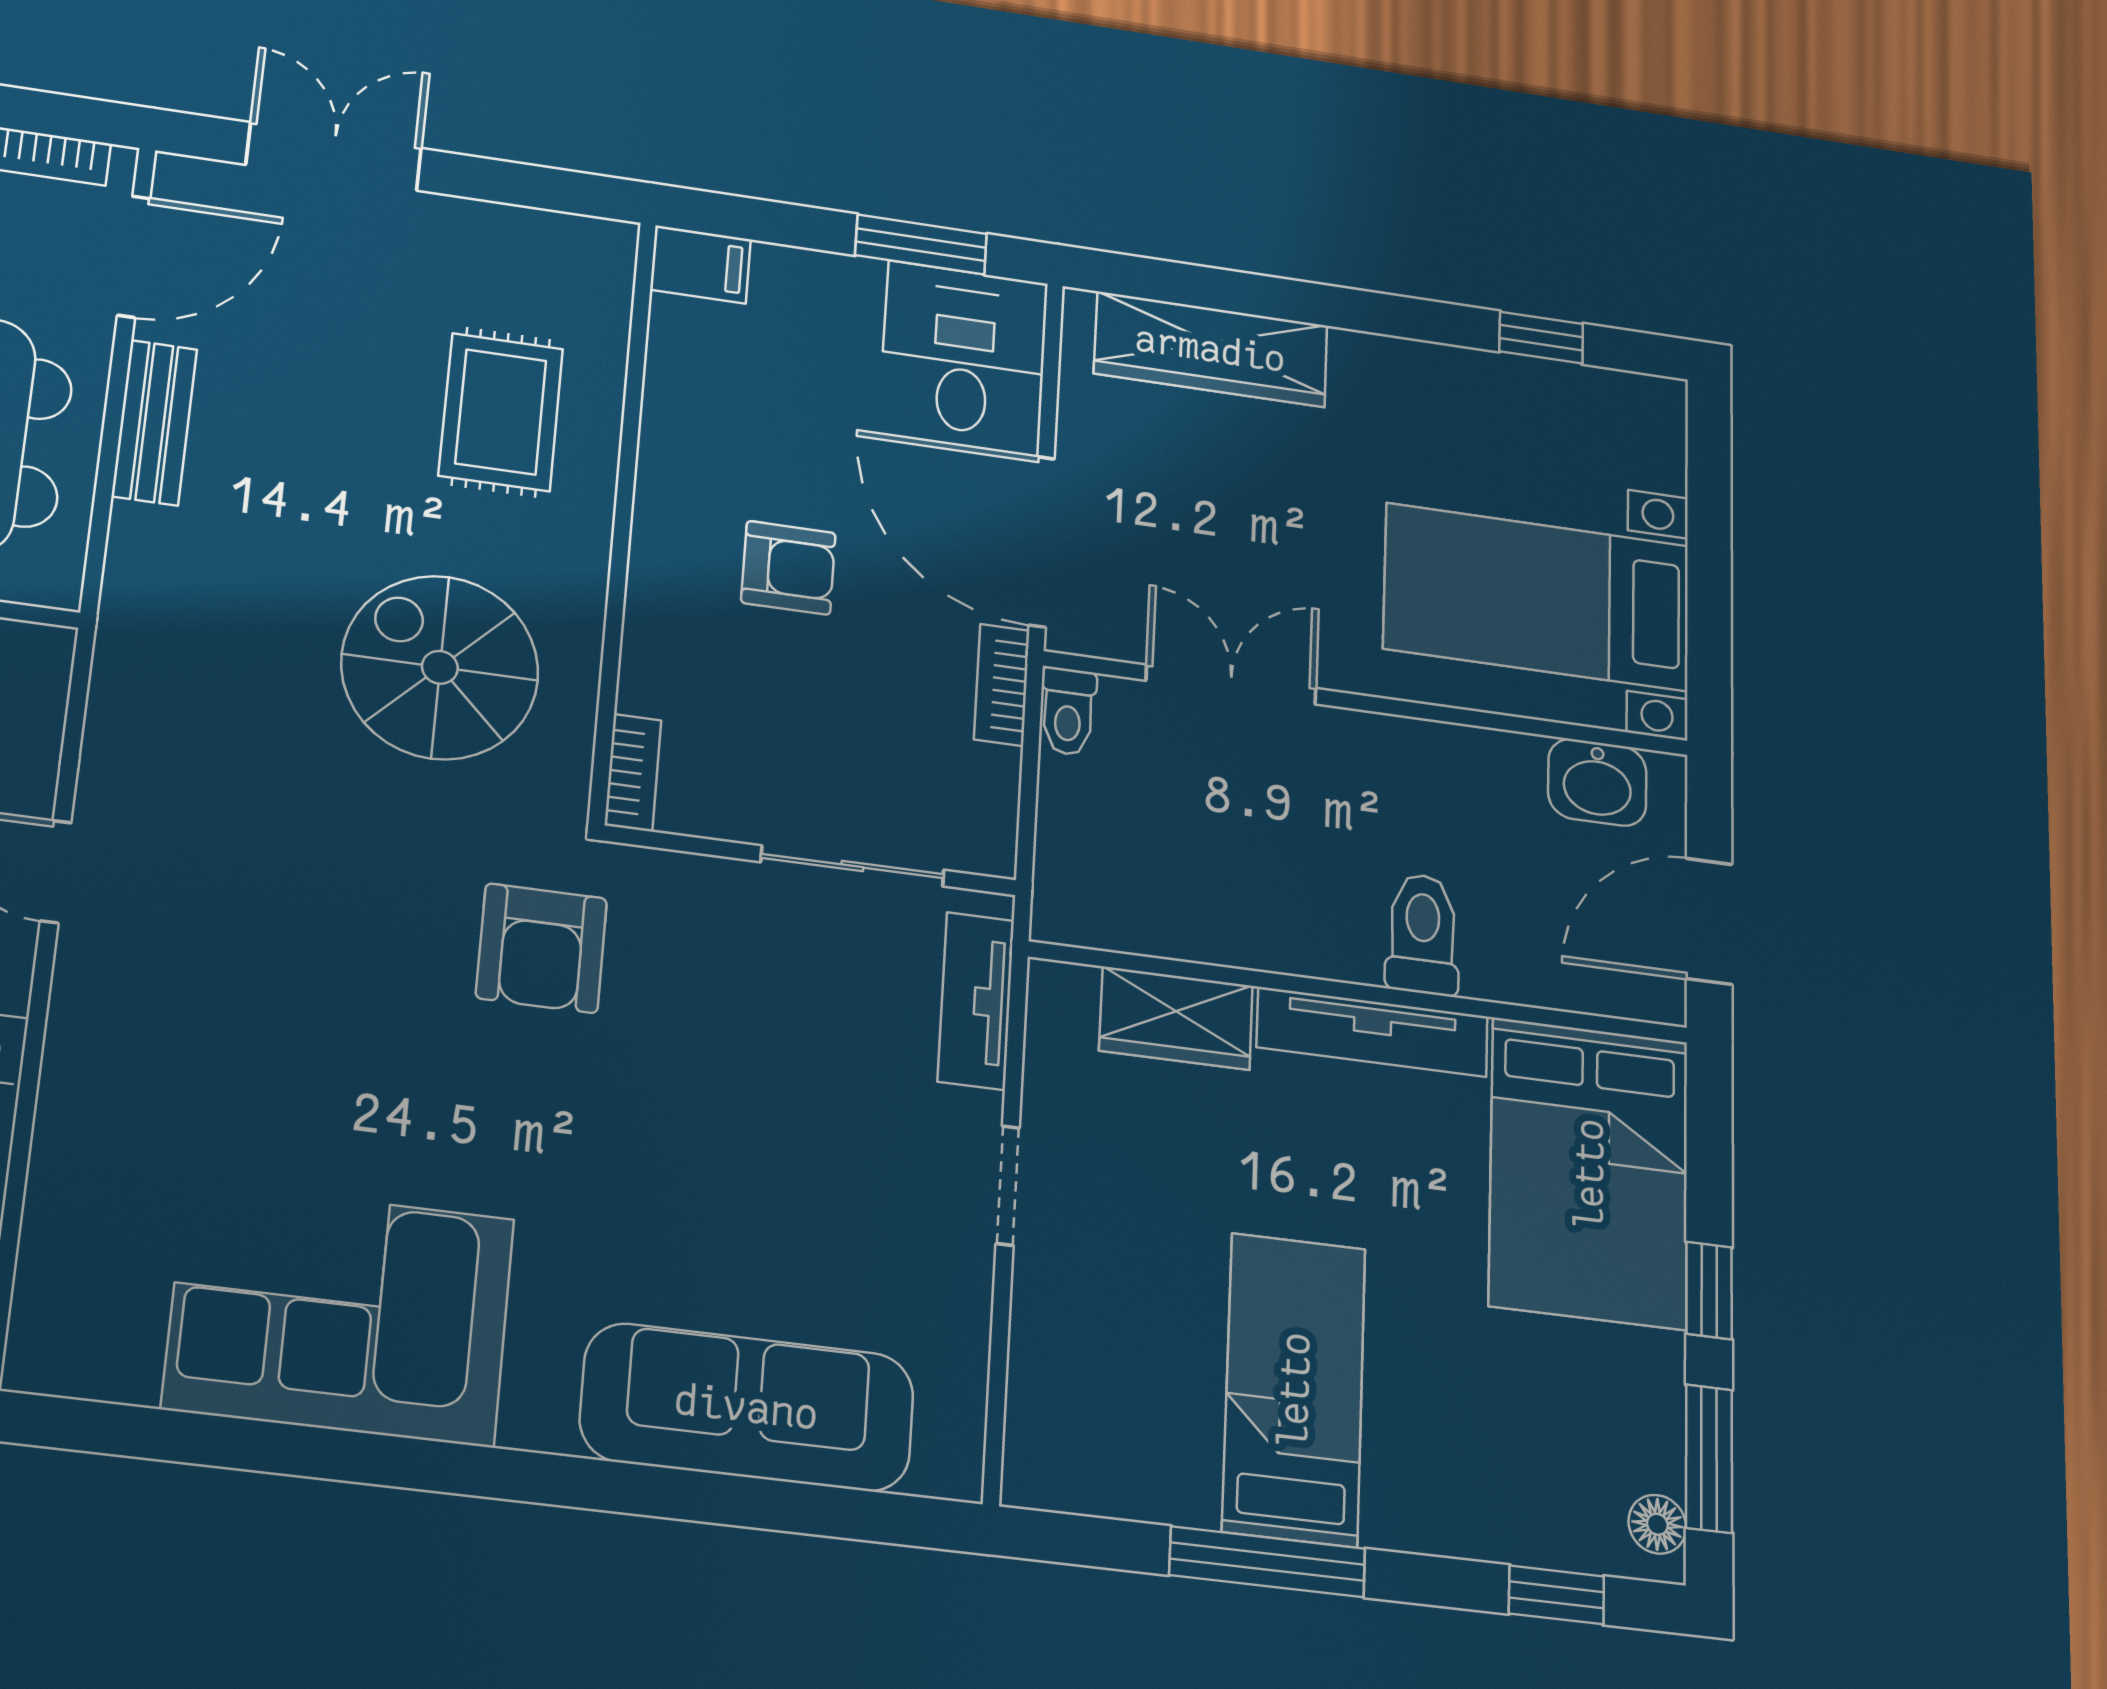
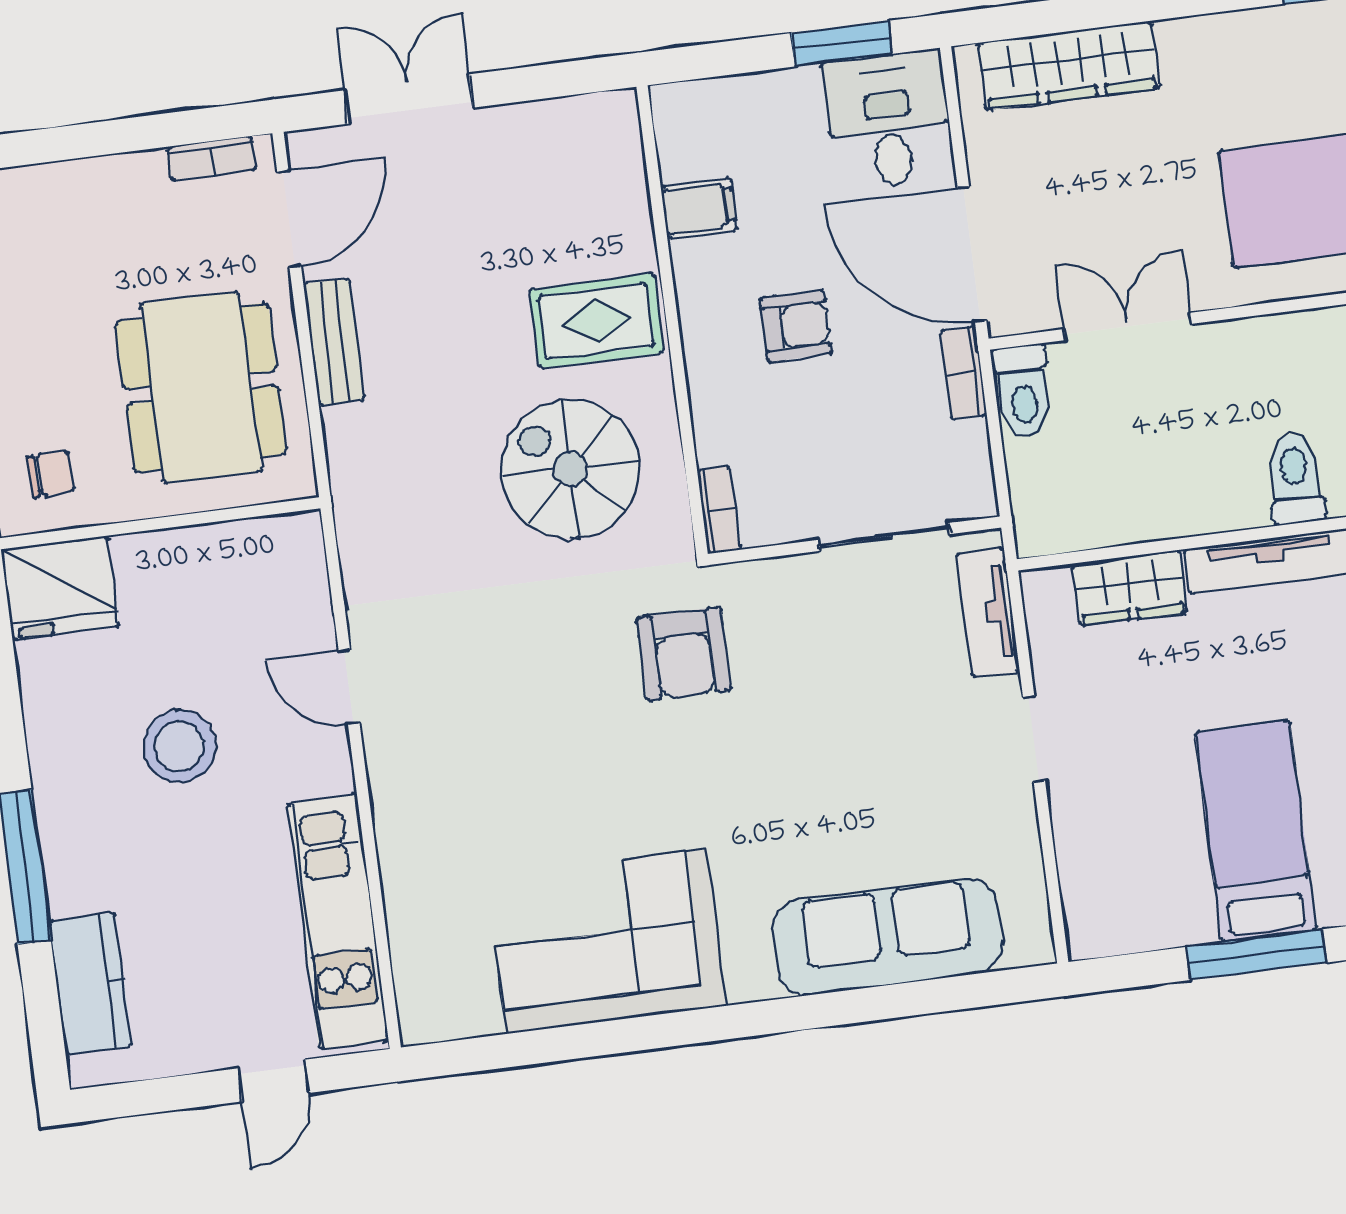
filing cabinet: (700, 264) -> (699, 208), moved
rug: (501, 412) -> (596, 321), moved, turned 90
toilet: (1068, 711) -> (1023, 391), width x1.37, depth x1.39

